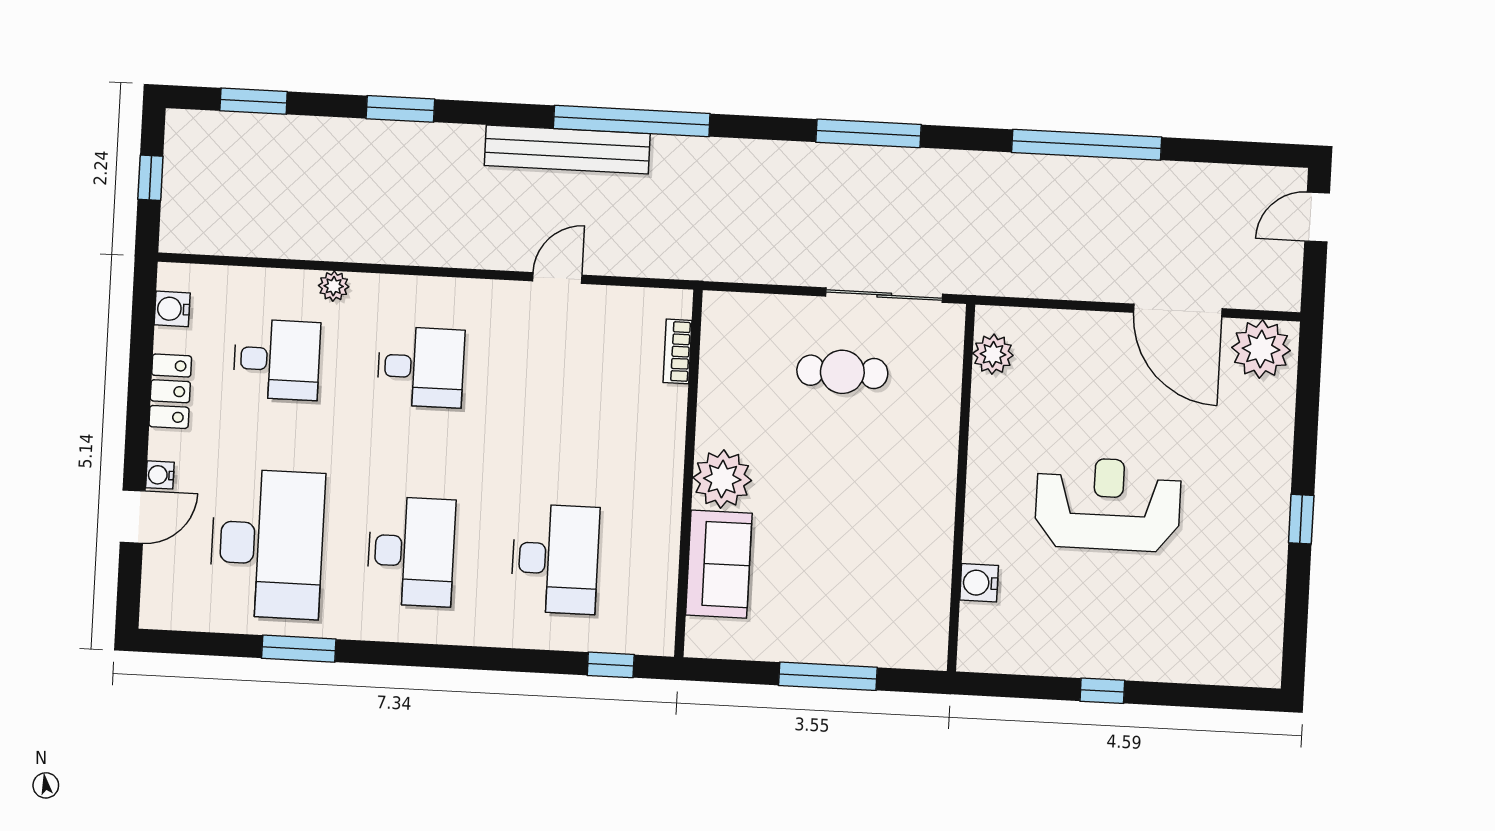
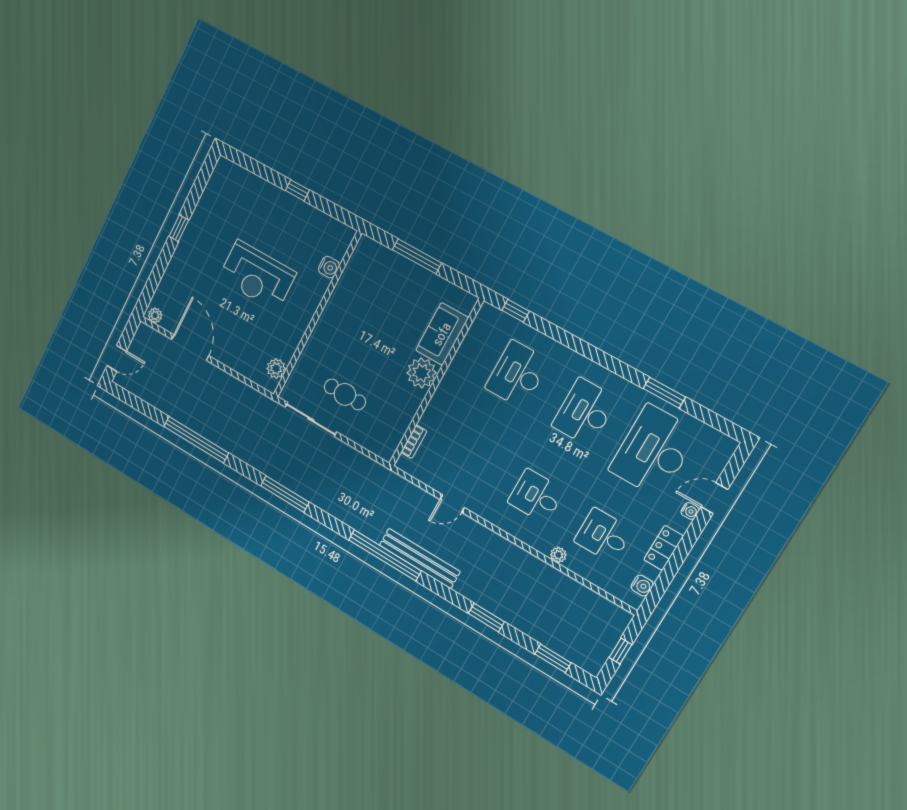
plant: (1261, 349) -> (155, 315), width x0.53, depth x0.53

